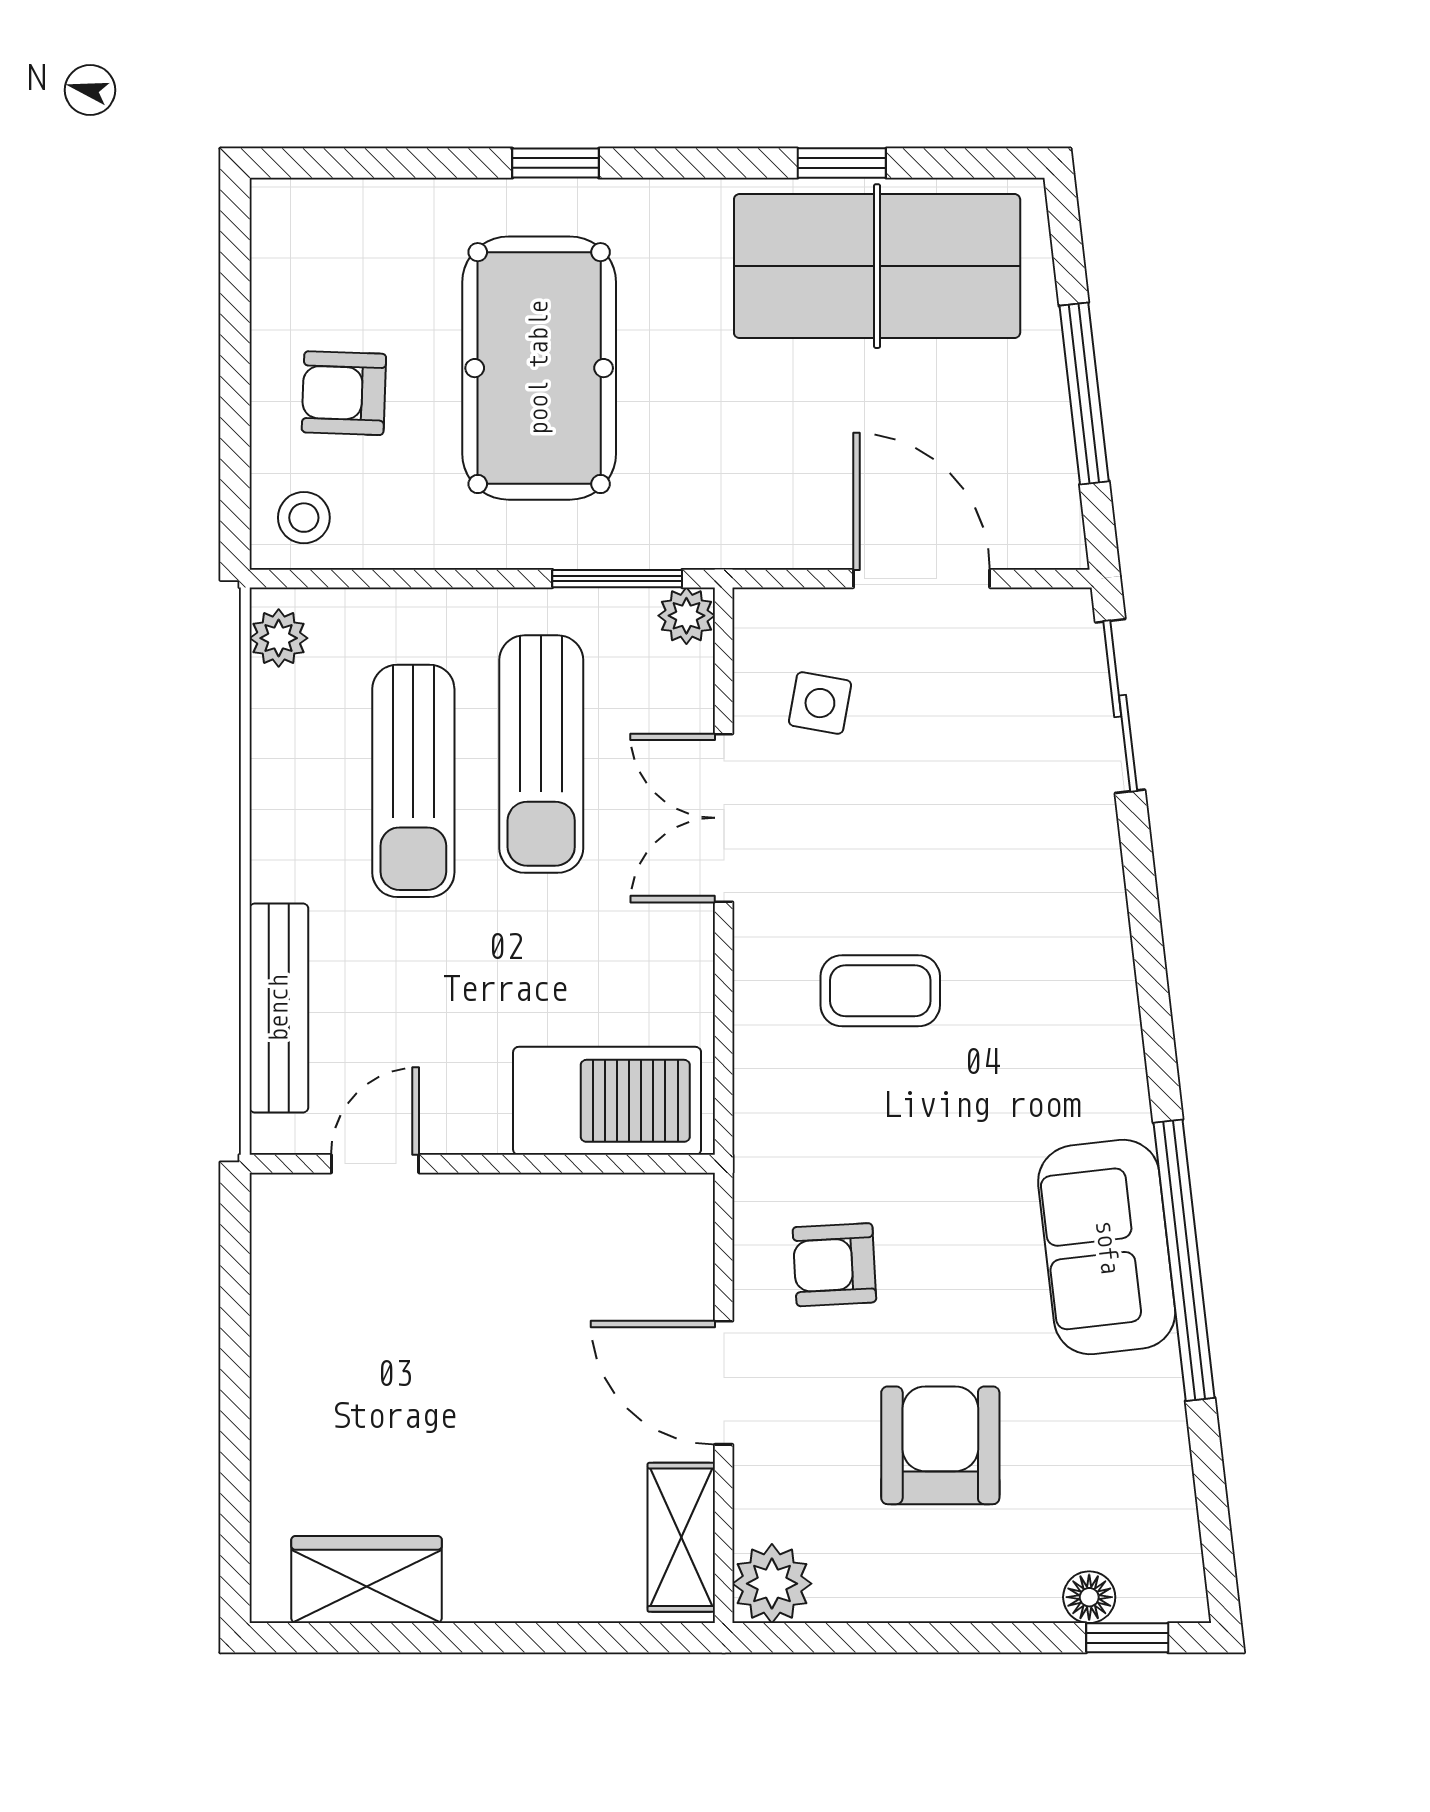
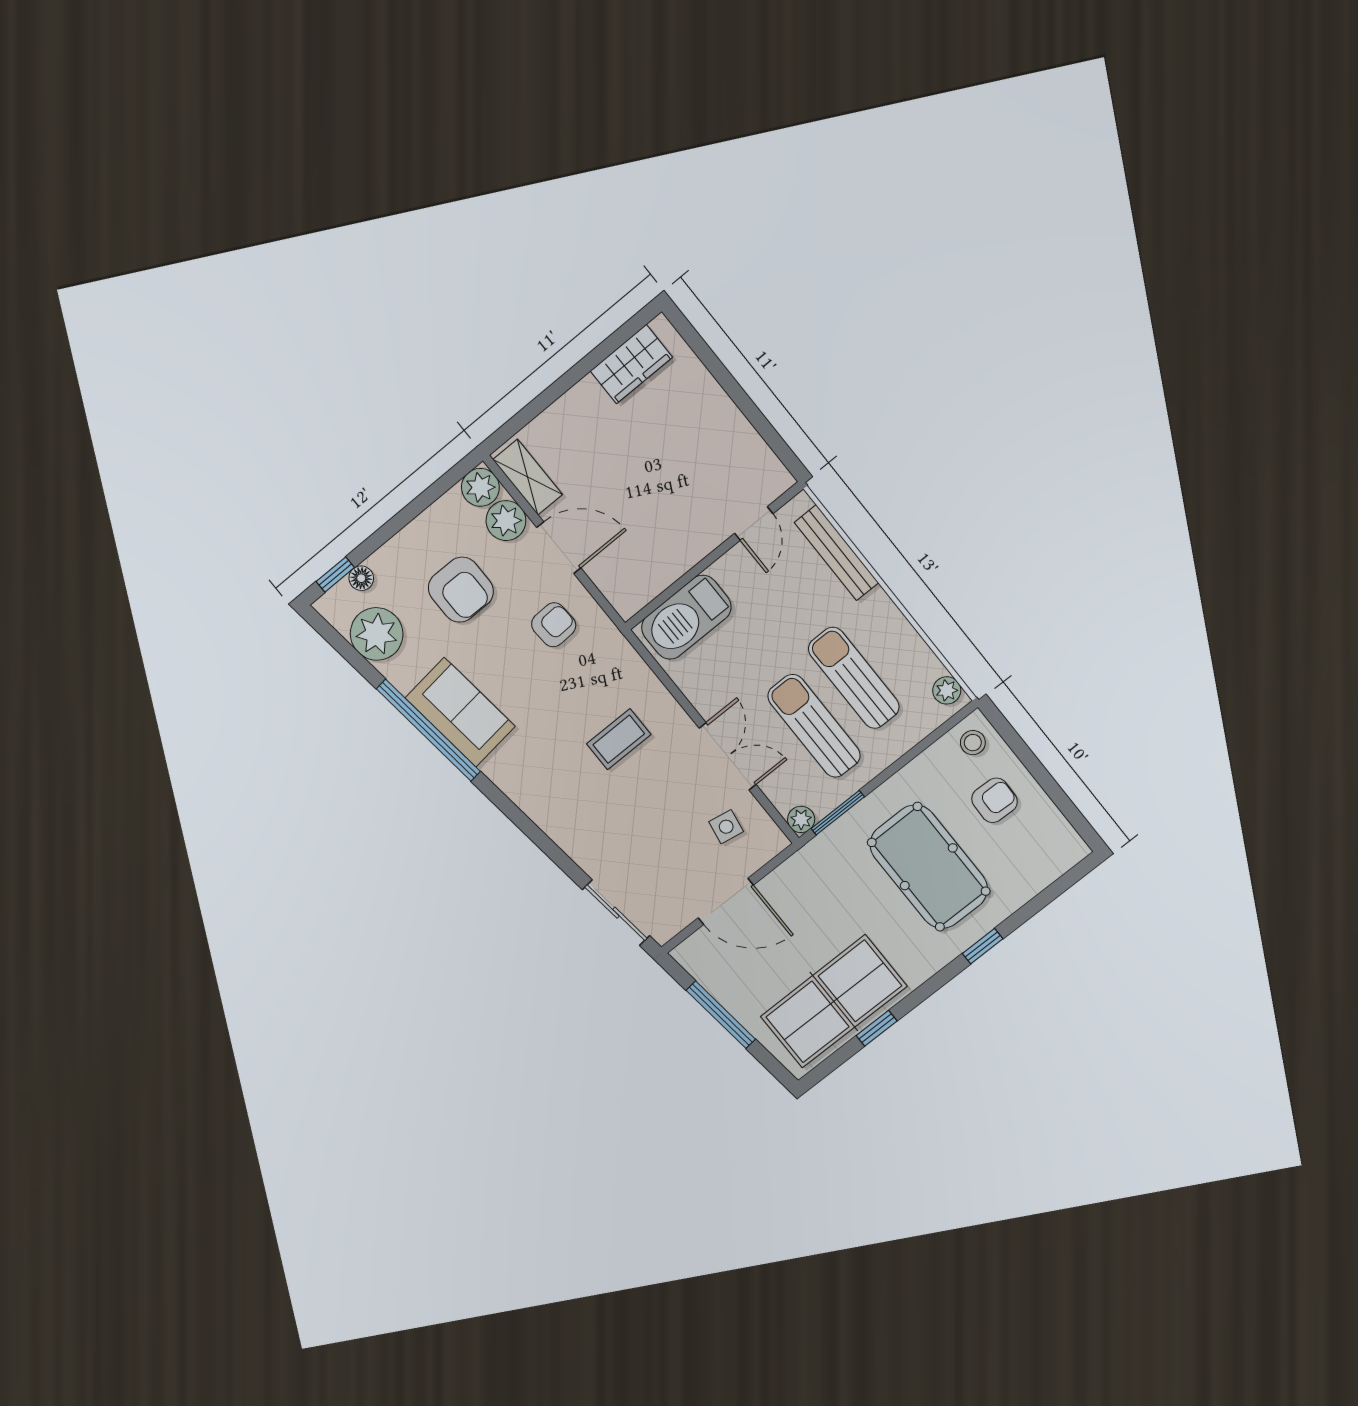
plant: (1139, 1487) -> (377, 634), added
plant: (774, 1496) -> (506, 521), added

